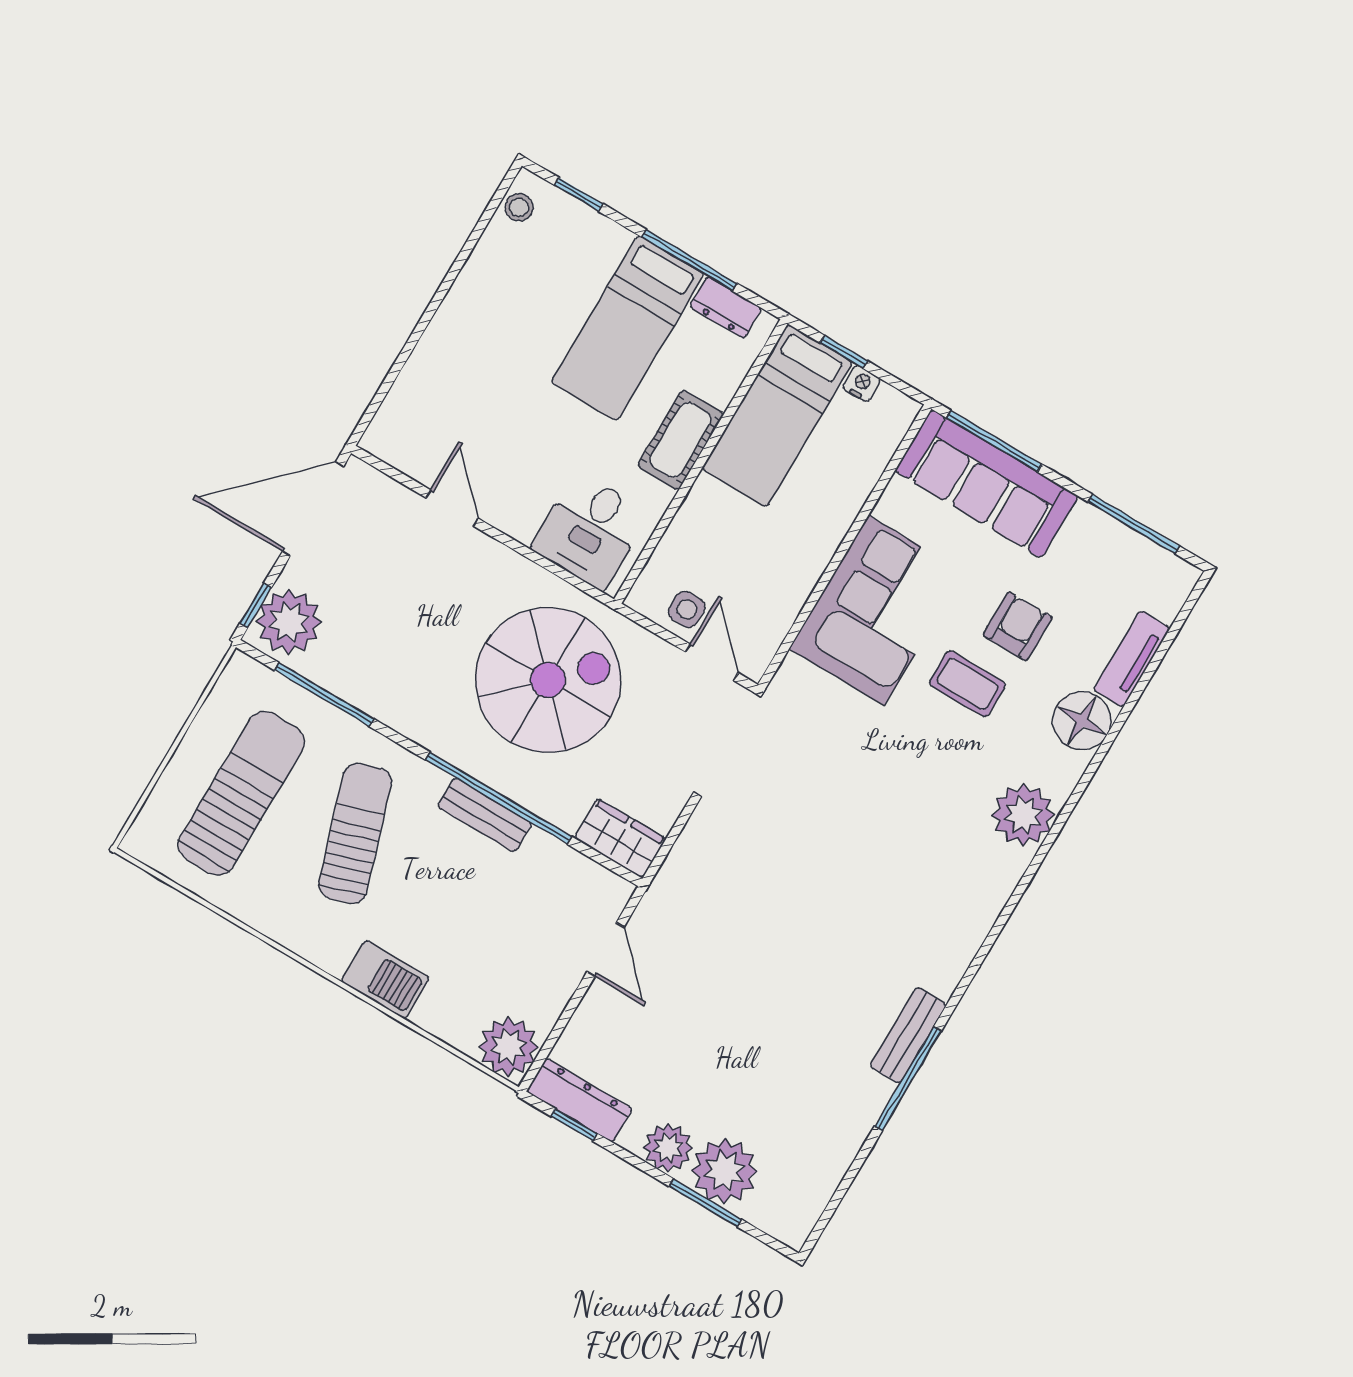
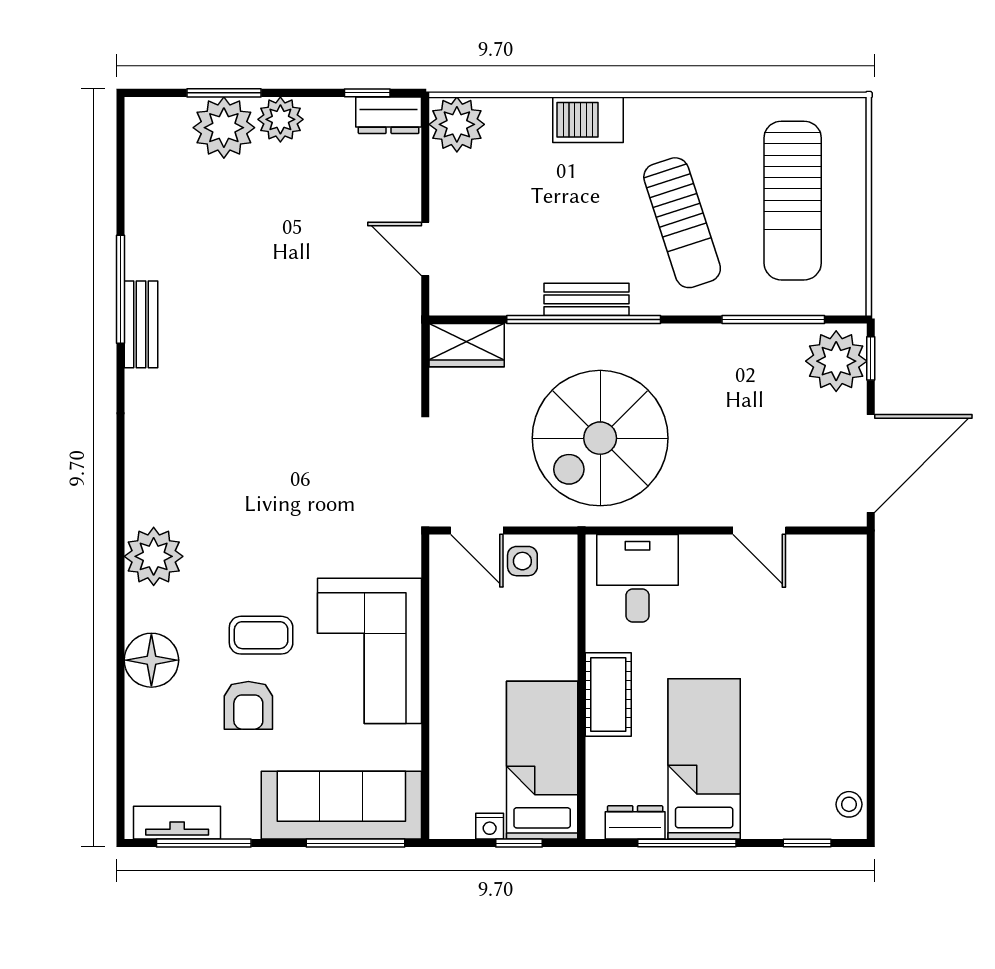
tv unit: (1132, 659) -> (177, 823), moved, turned -90
dresser: (579, 1100) -> (389, 115), width x0.70

